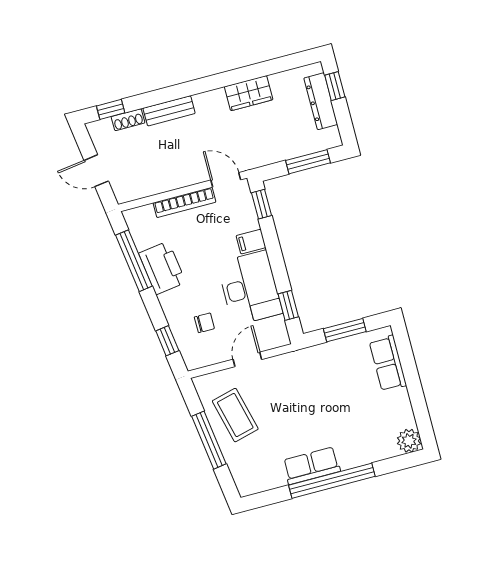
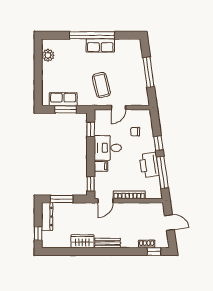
dresser: (321, 101) -> (47, 217), moved
bench: (169, 111) -> (108, 243), moved
door: (226, 180) -> (105, 201), hinge flipped
desk: (250, 288) -> (108, 148), width x0.73
window: (167, 341) -> (158, 143), moved
row of seats: (388, 363) -> (63, 99), moved, turned -90
coffee table: (235, 415) -> (101, 85), moved
plant: (409, 441) -> (48, 55), moved

